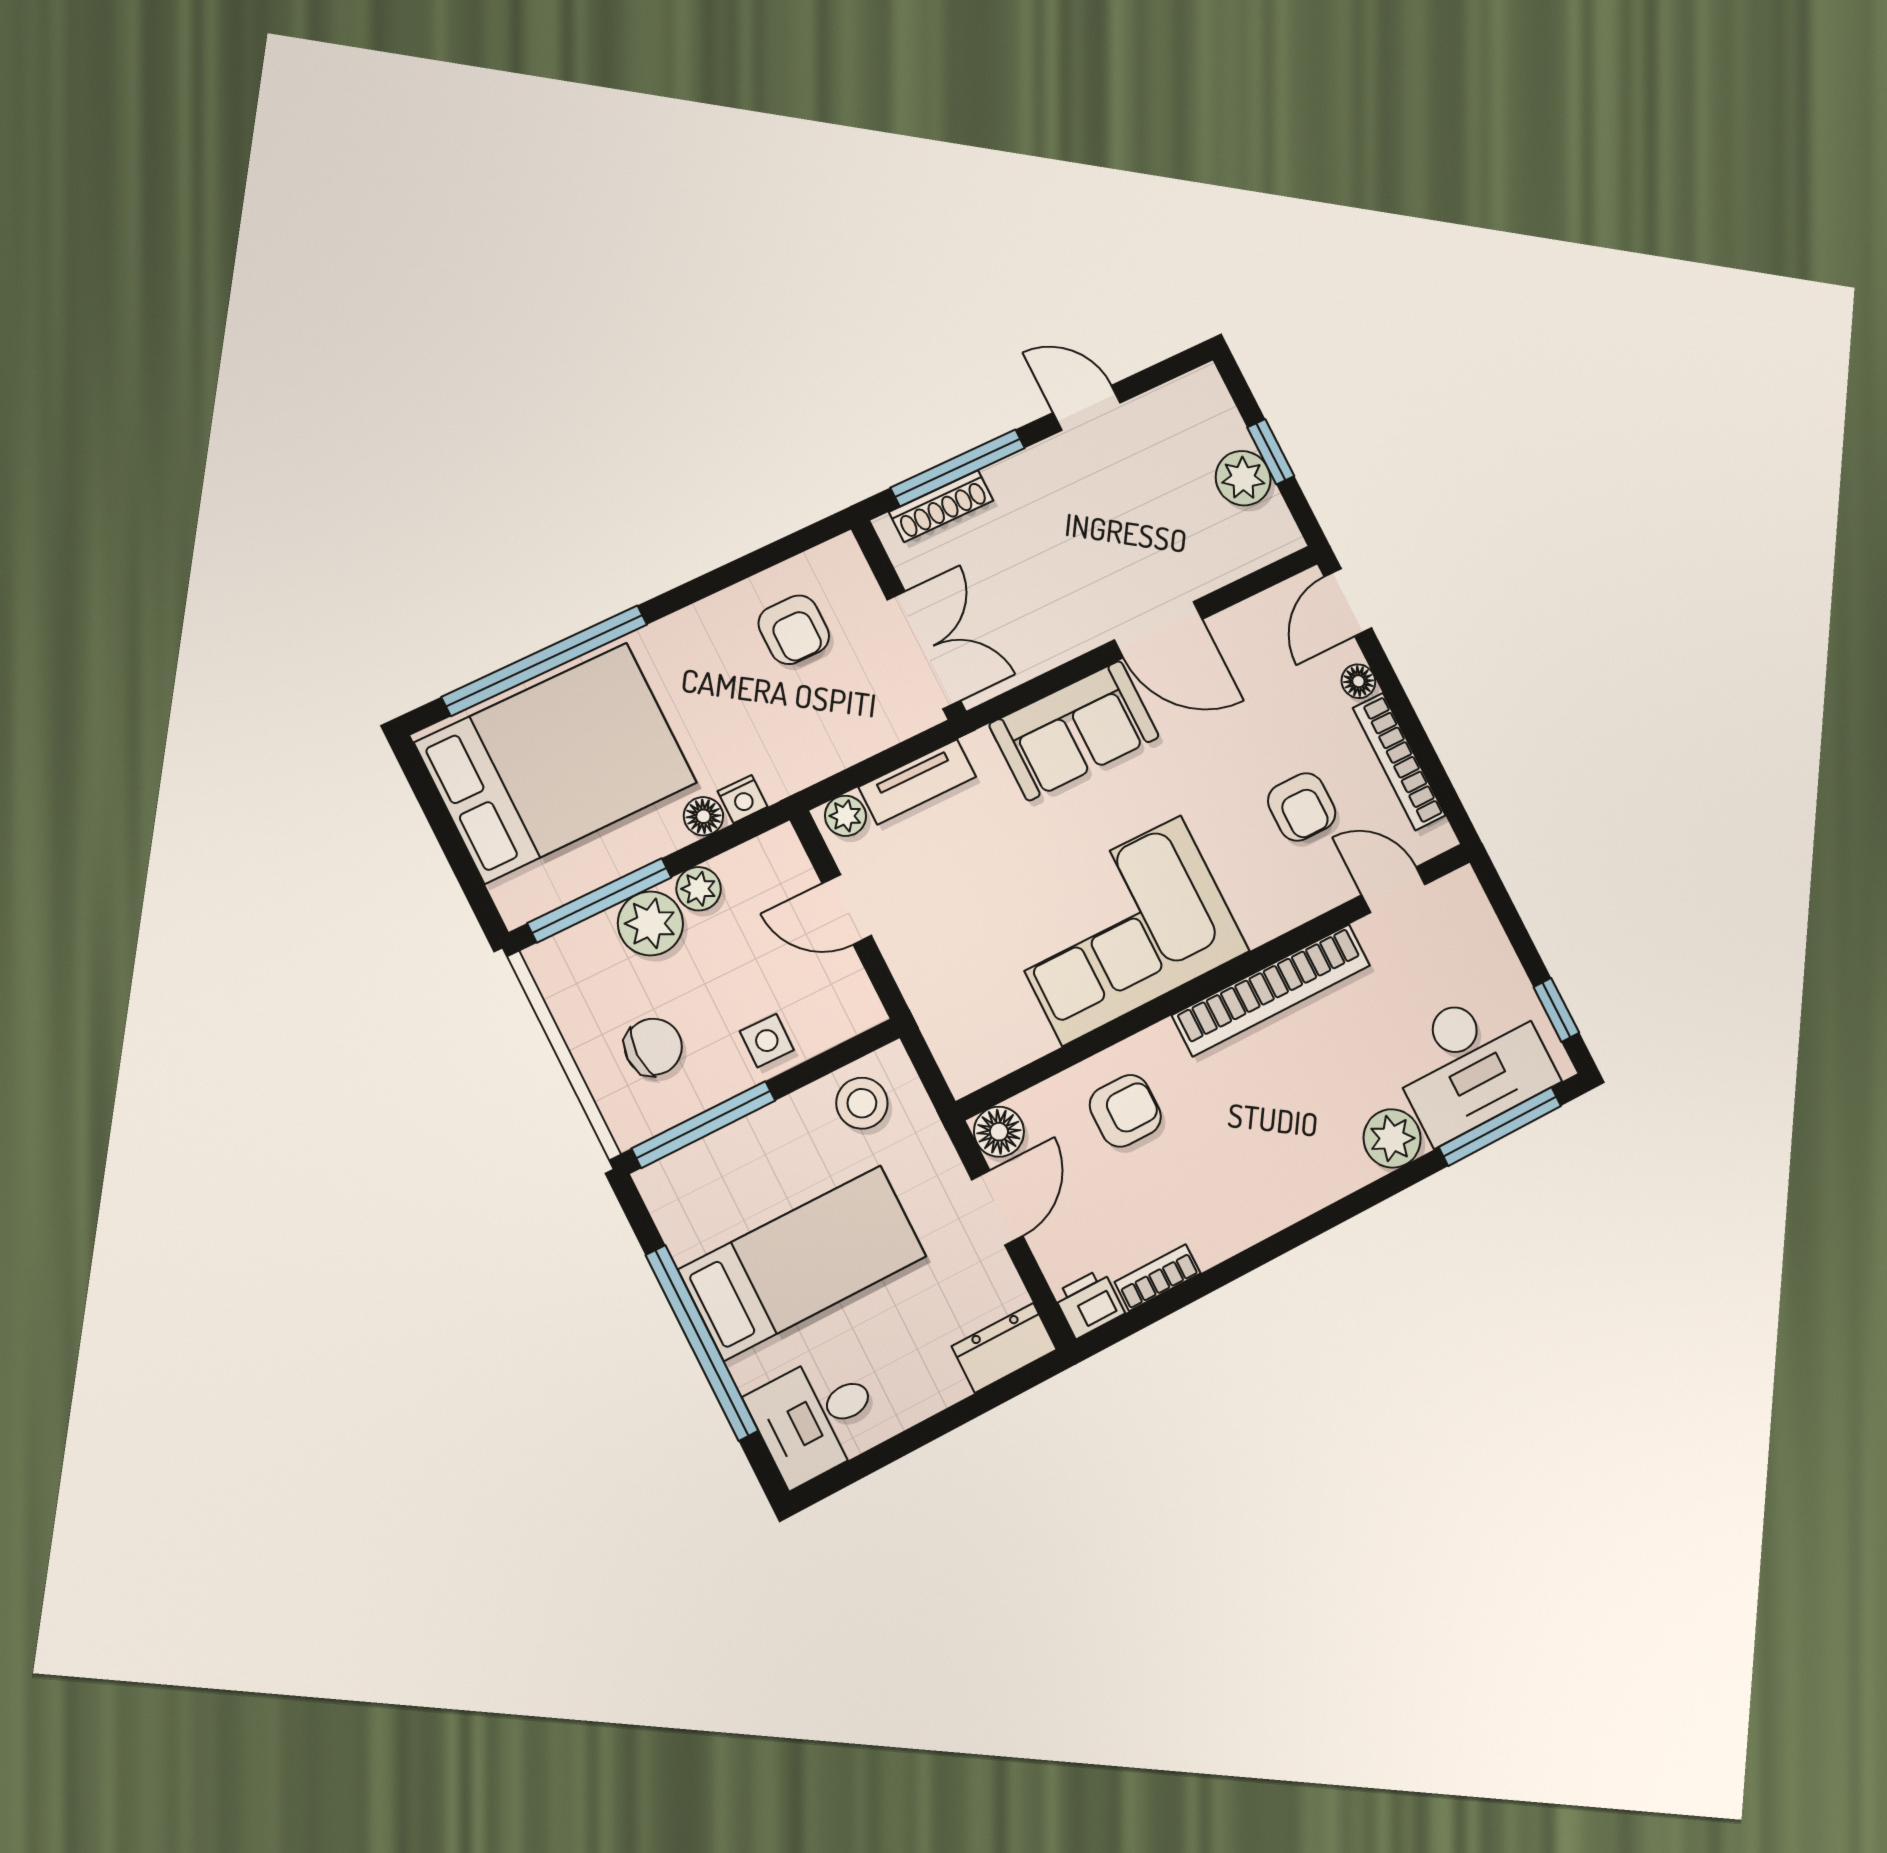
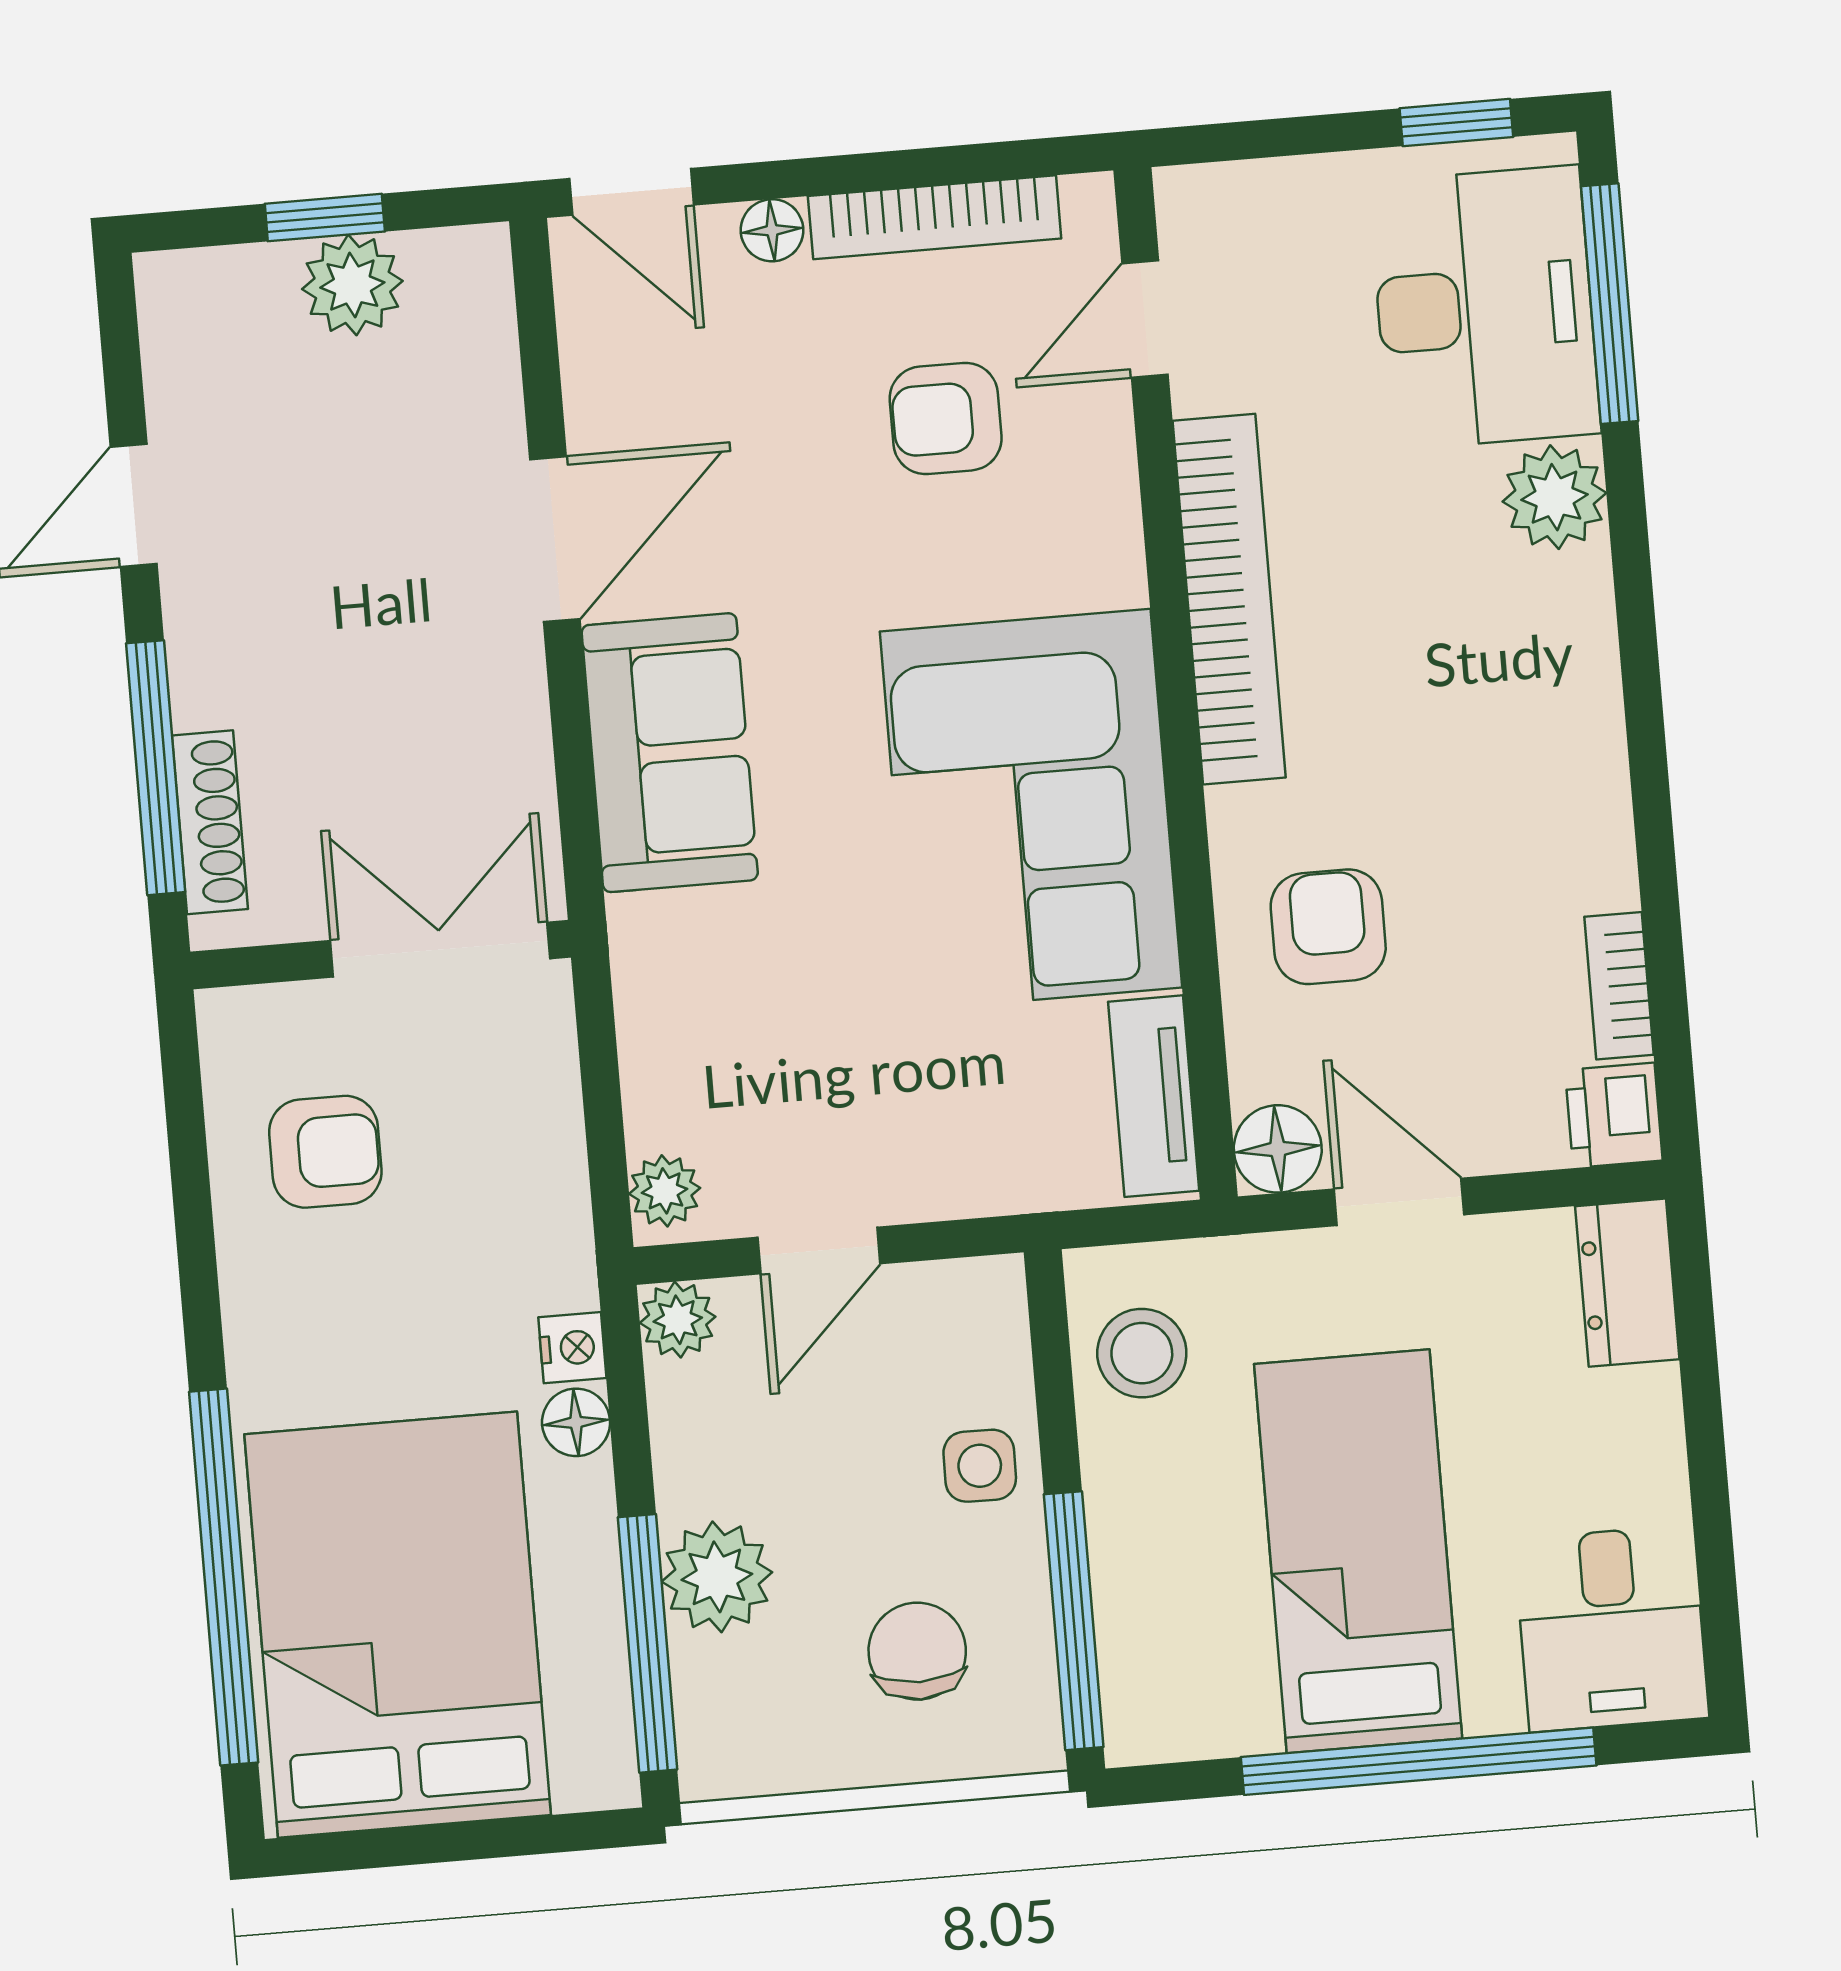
tv unit: (917, 782) -> (1154, 1096), moved, turned 180
armchair: (1302, 807) -> (946, 418), turned 180
plant: (699, 889) -> (678, 1320), moved

